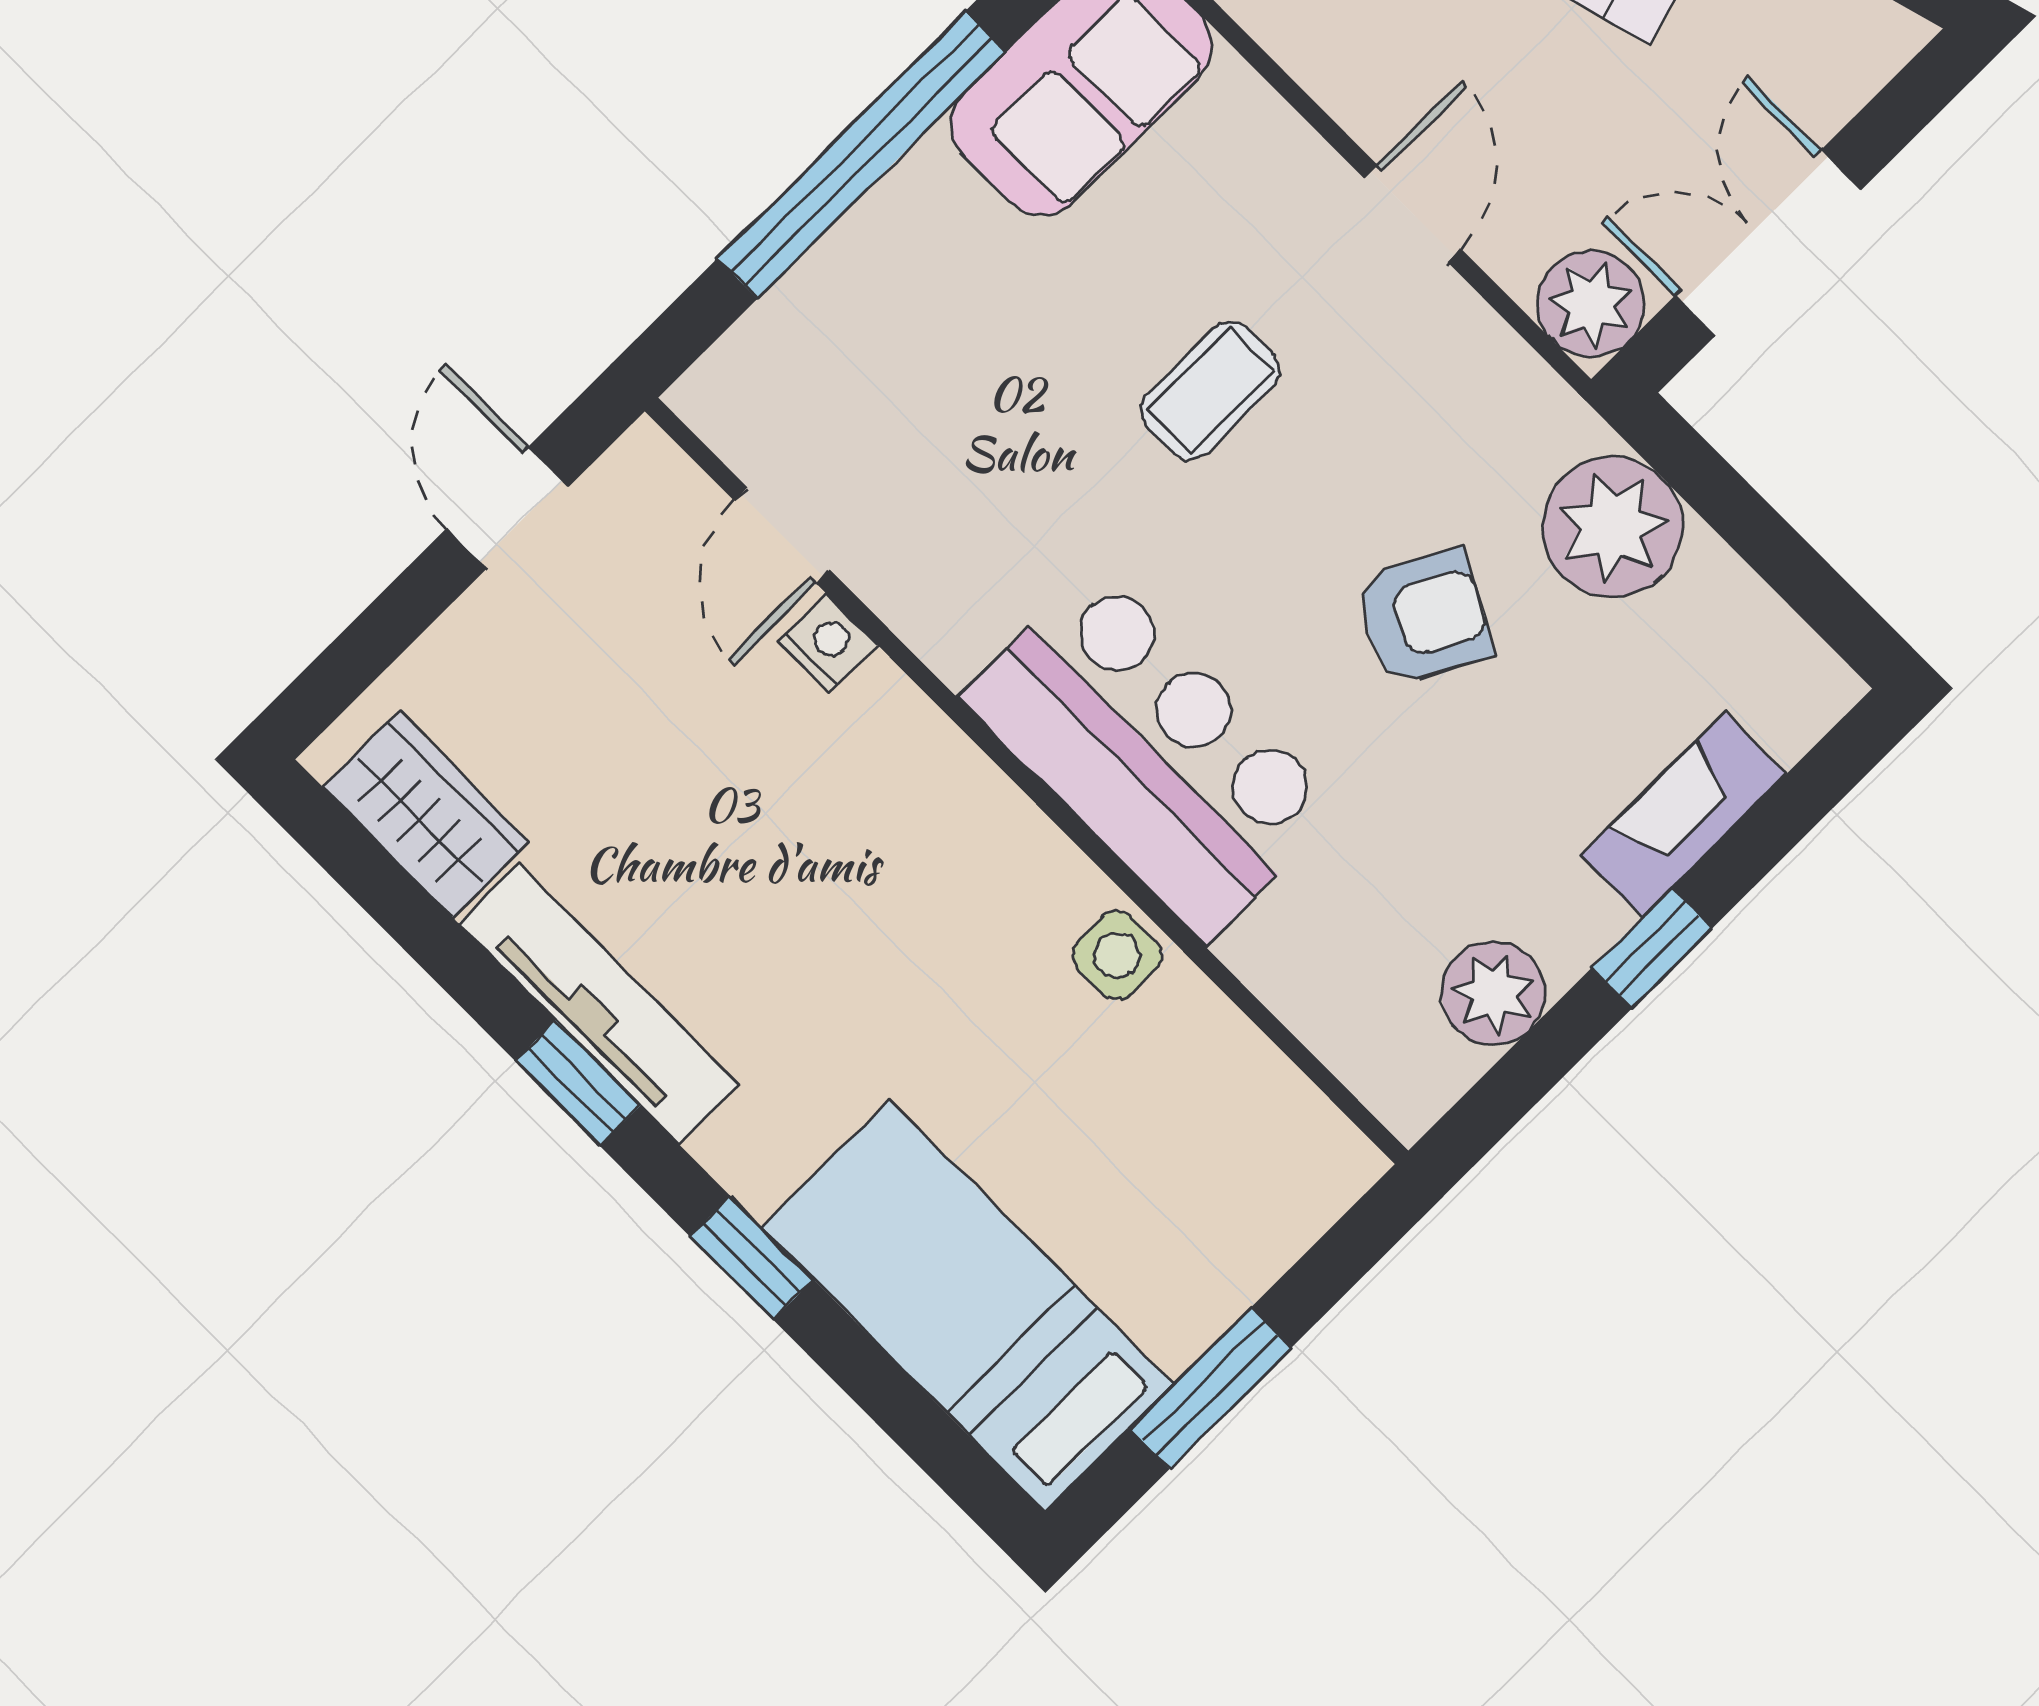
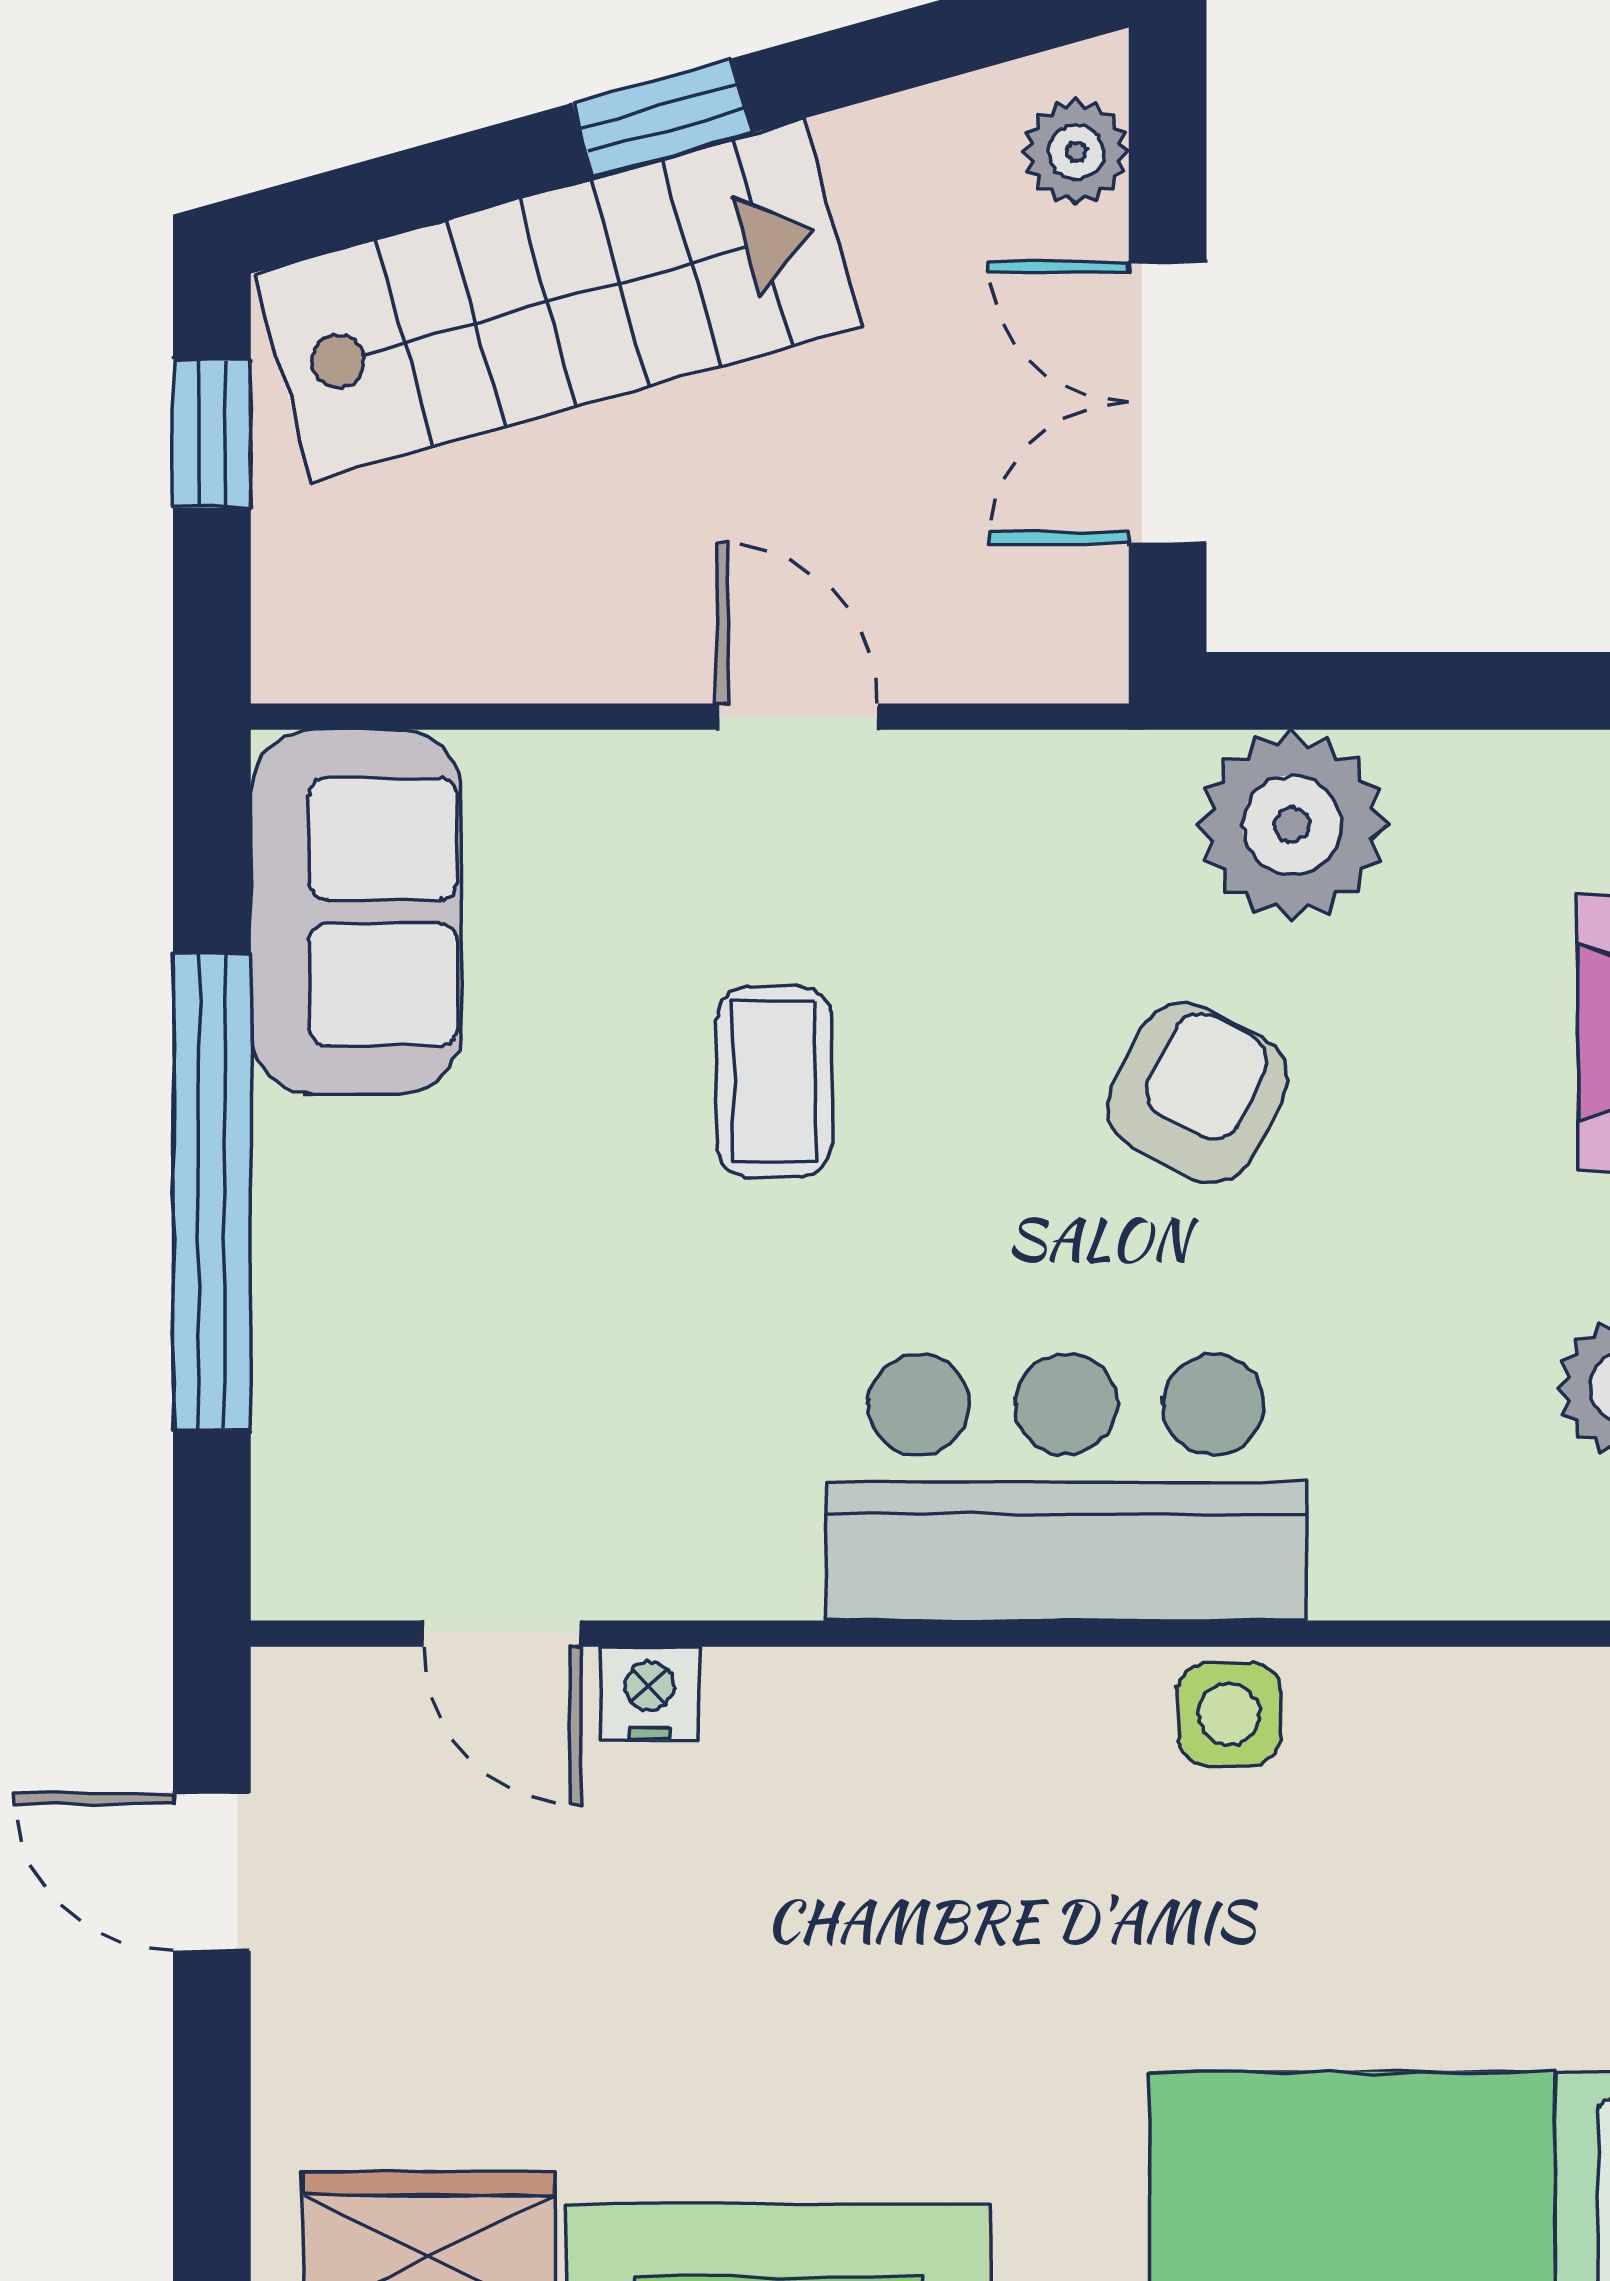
plant: (1591, 304) -> (1076, 152), moved, width x0.73, depth x0.73

